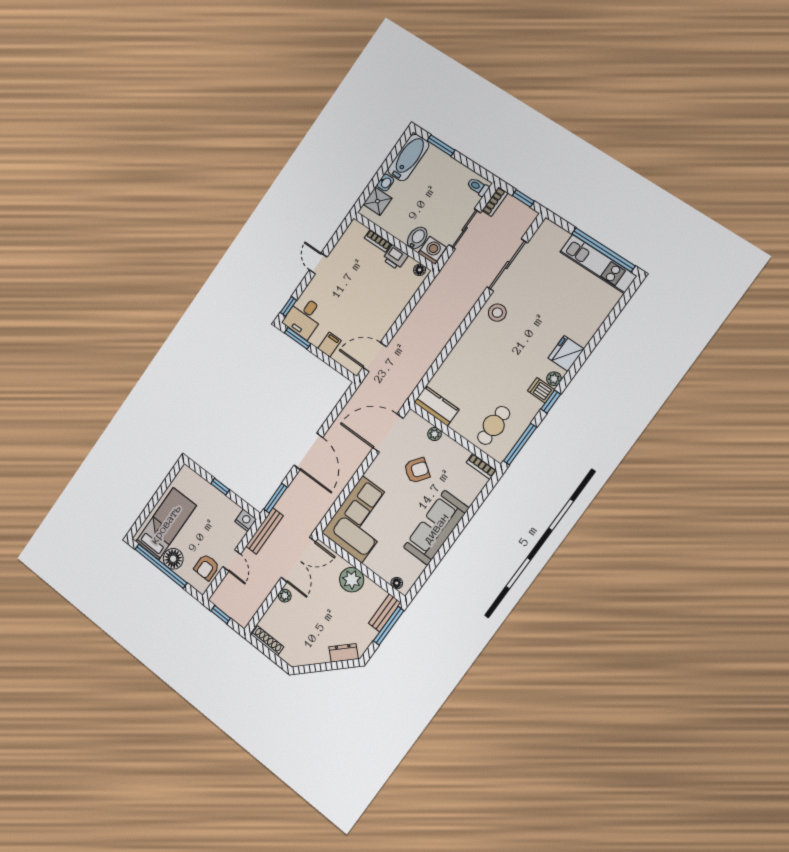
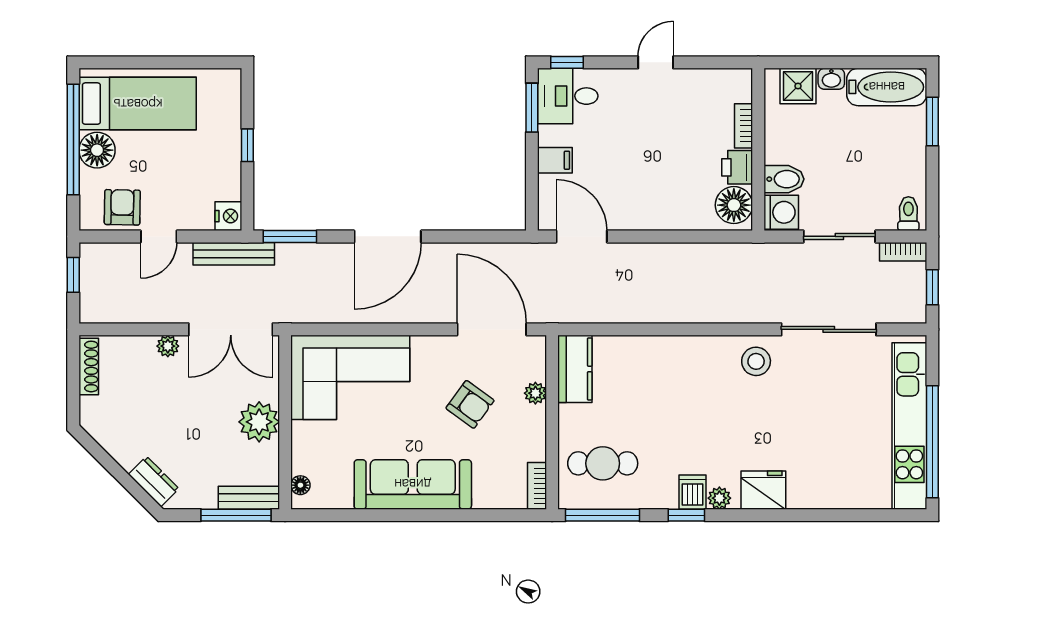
kitchen unit: (598, 264) -> (909, 426), width x1.36
floor lamp: (420, 270) -> (734, 205), width x1.89, depth x1.89
armchair: (207, 567) -> (122, 207), turned 91

